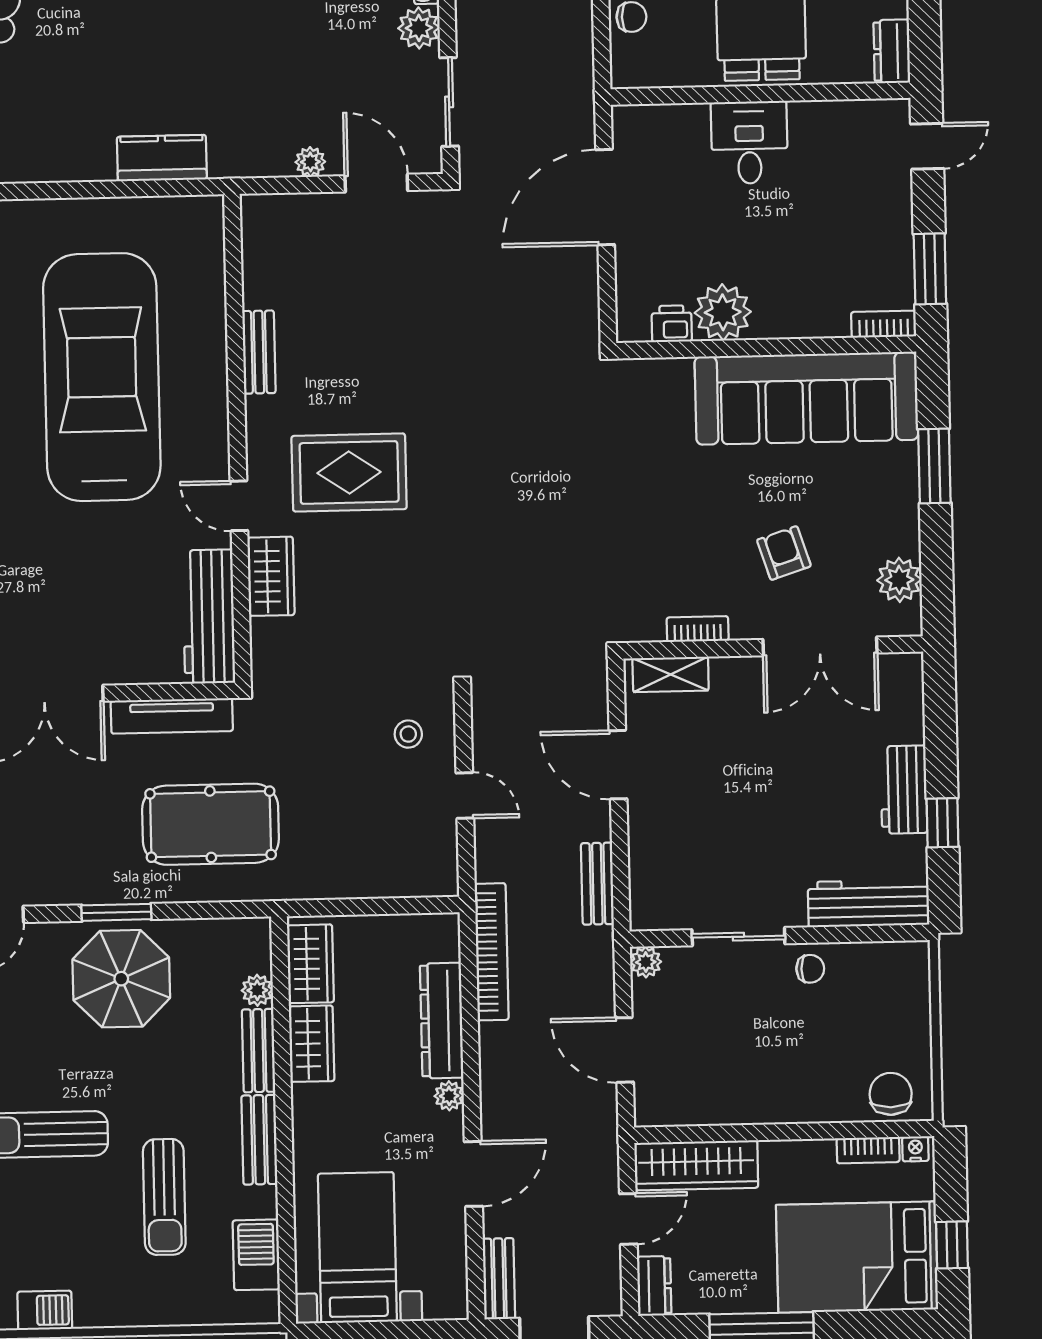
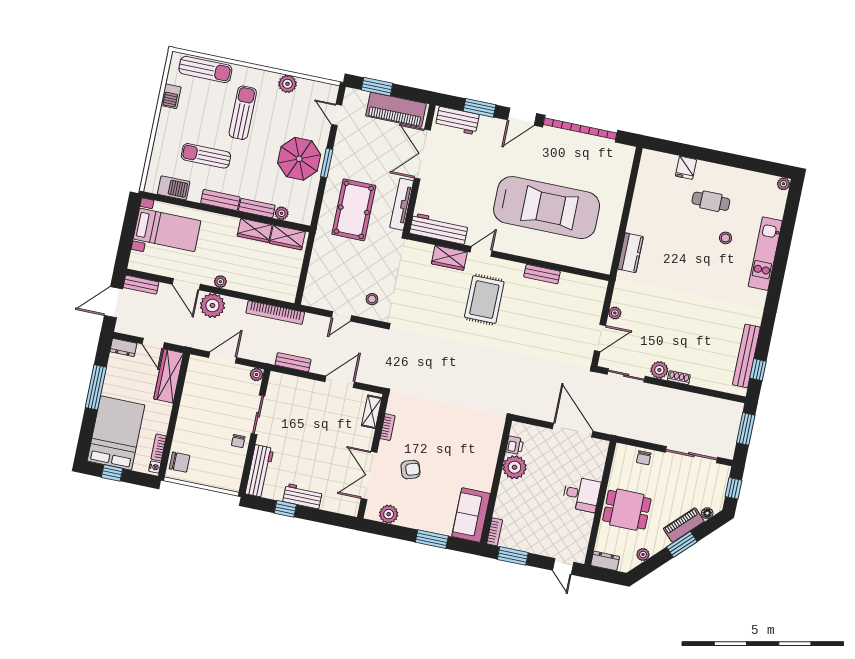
sofa: (806, 398) -> (471, 515), width x0.54, depth x0.79
dresser: (442, 1021) -> (252, 286), removed
plant: (509, 1101) -> (212, 306), added

